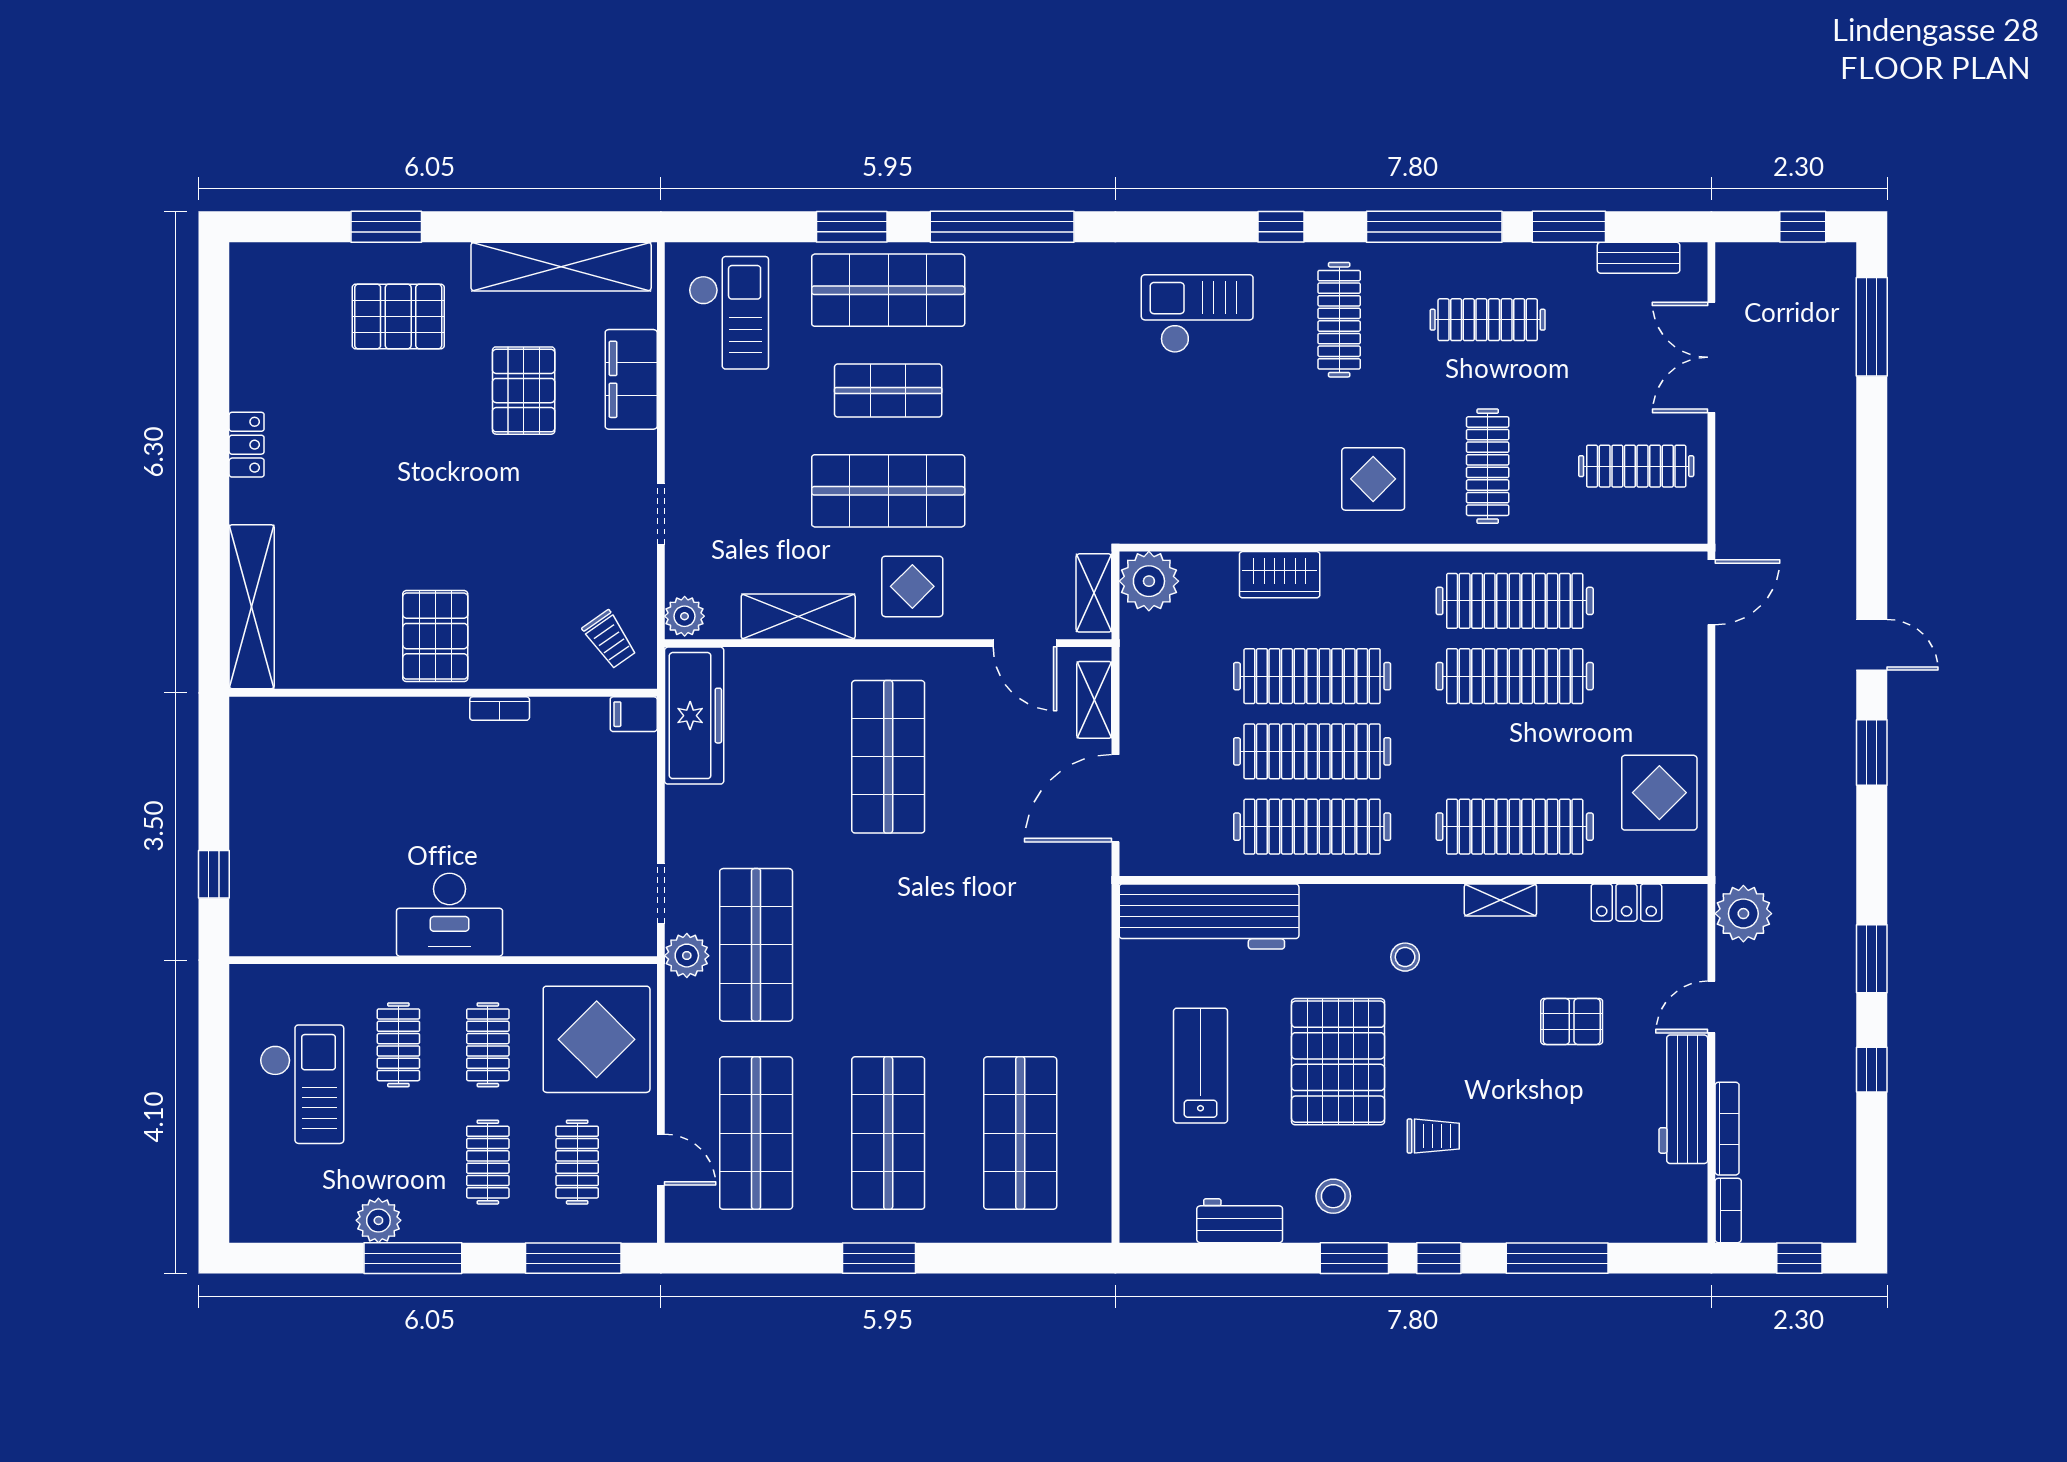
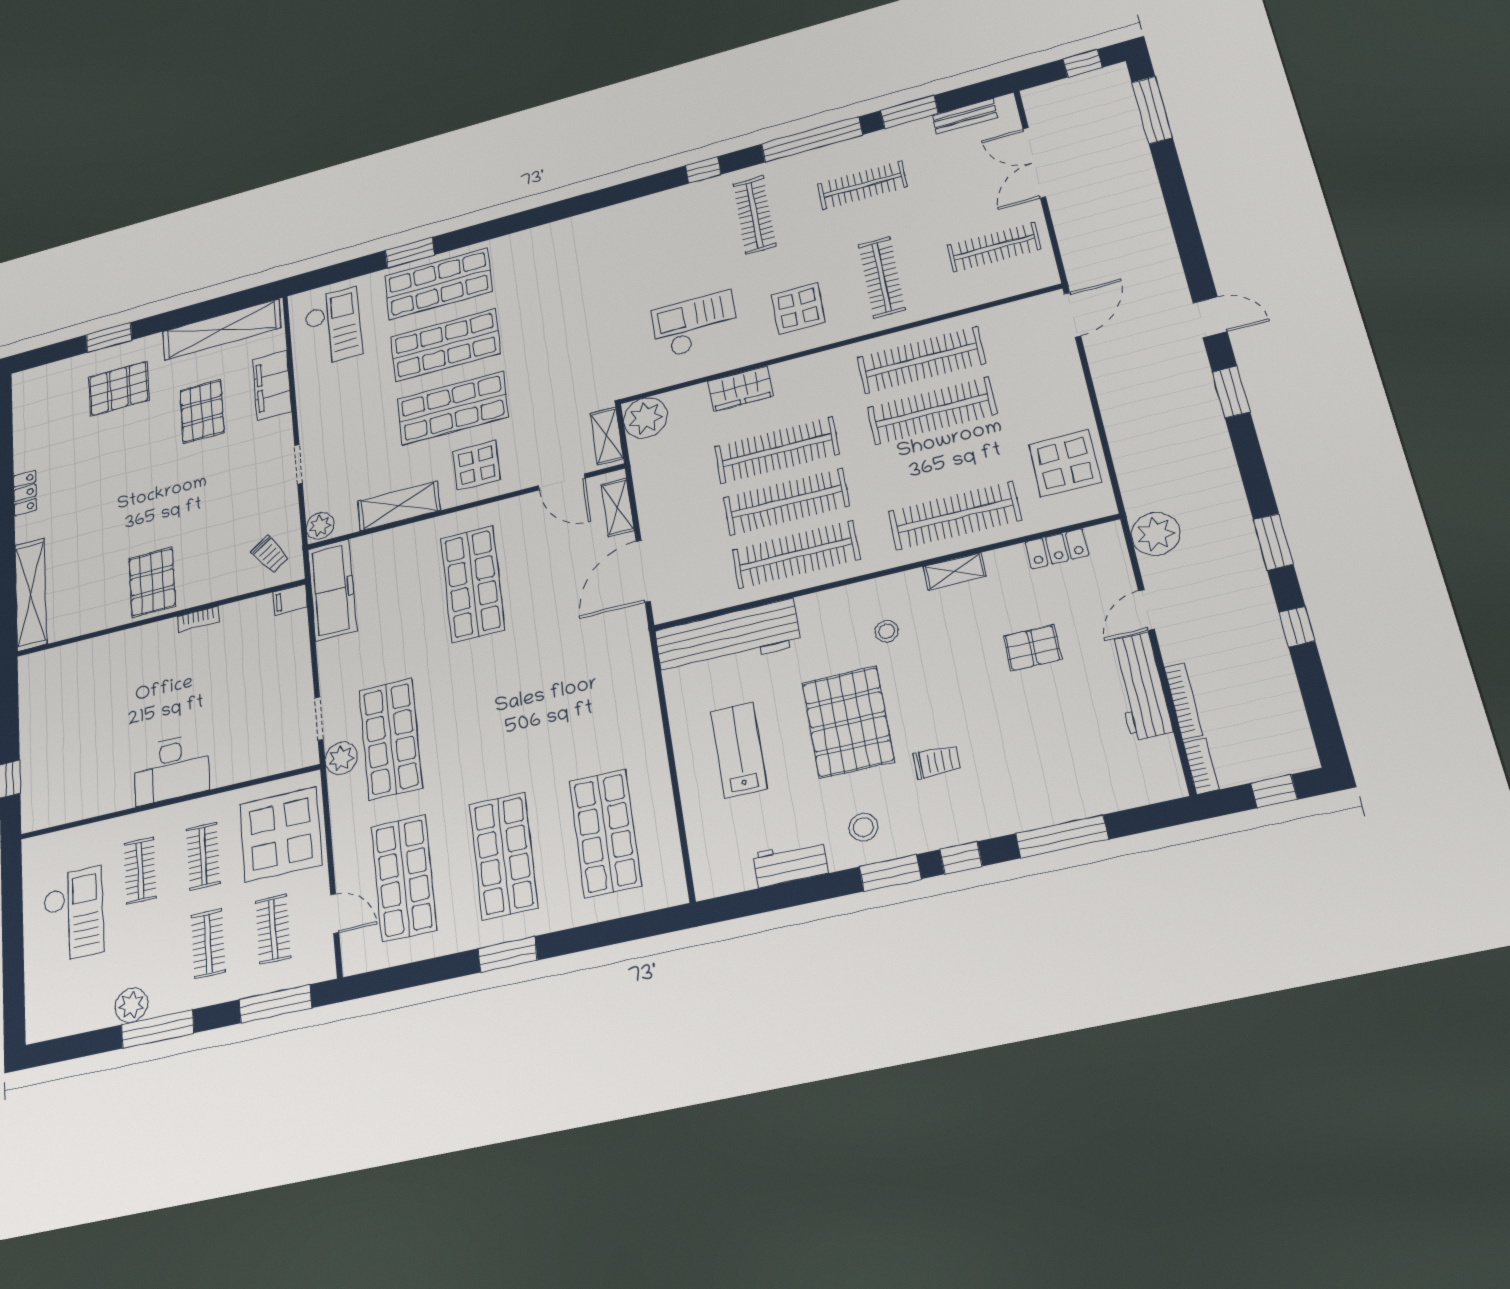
window: (1002, 227) -> (511, 224), removed
checkout: (1197, 314) -> (695, 325), moved
shop shelf: (888, 391) -> (445, 345), width x1.43, depth x1.36

